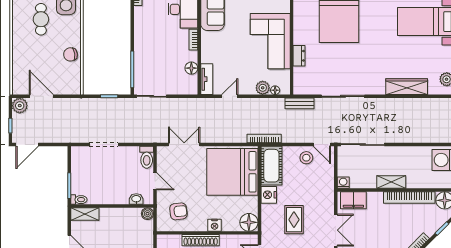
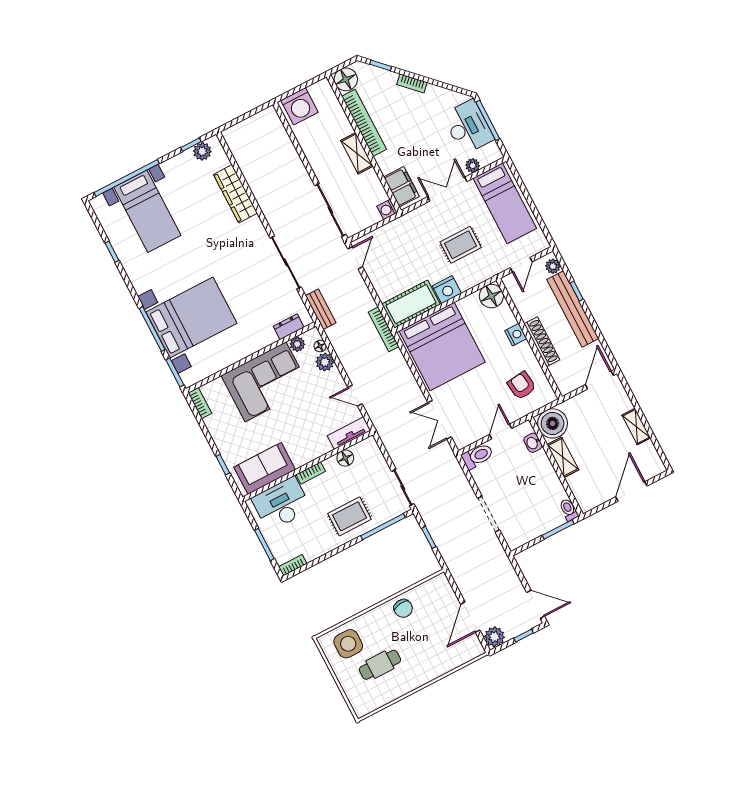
rug: (151, 51) -> (350, 516), added
dresser: (299, 56) -> (289, 327), moved
plant: (284, 76) -> (297, 344), added
stool: (306, 158) -> (380, 268), removed
shelving: (85, 214) -> (563, 457), moved
boiler: (147, 214) -> (553, 423), width x1.86, depth x1.86

